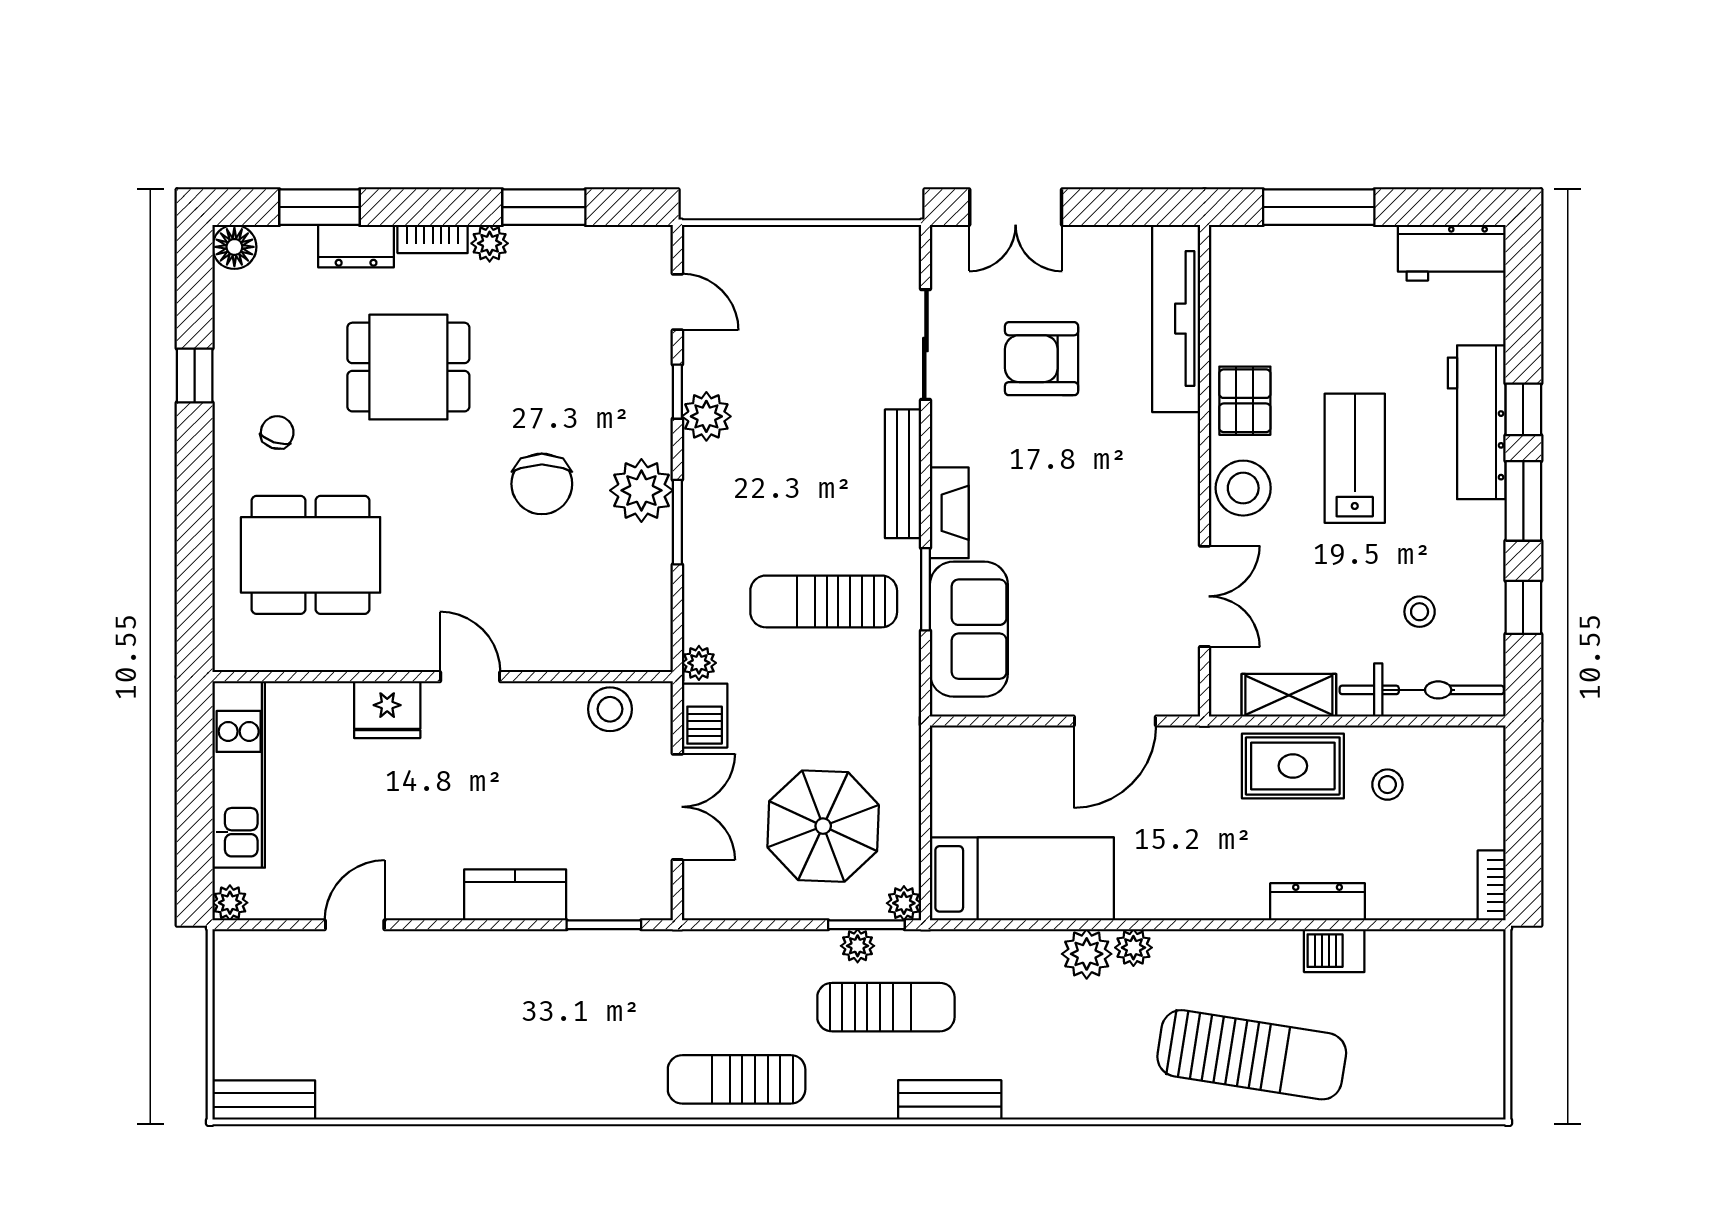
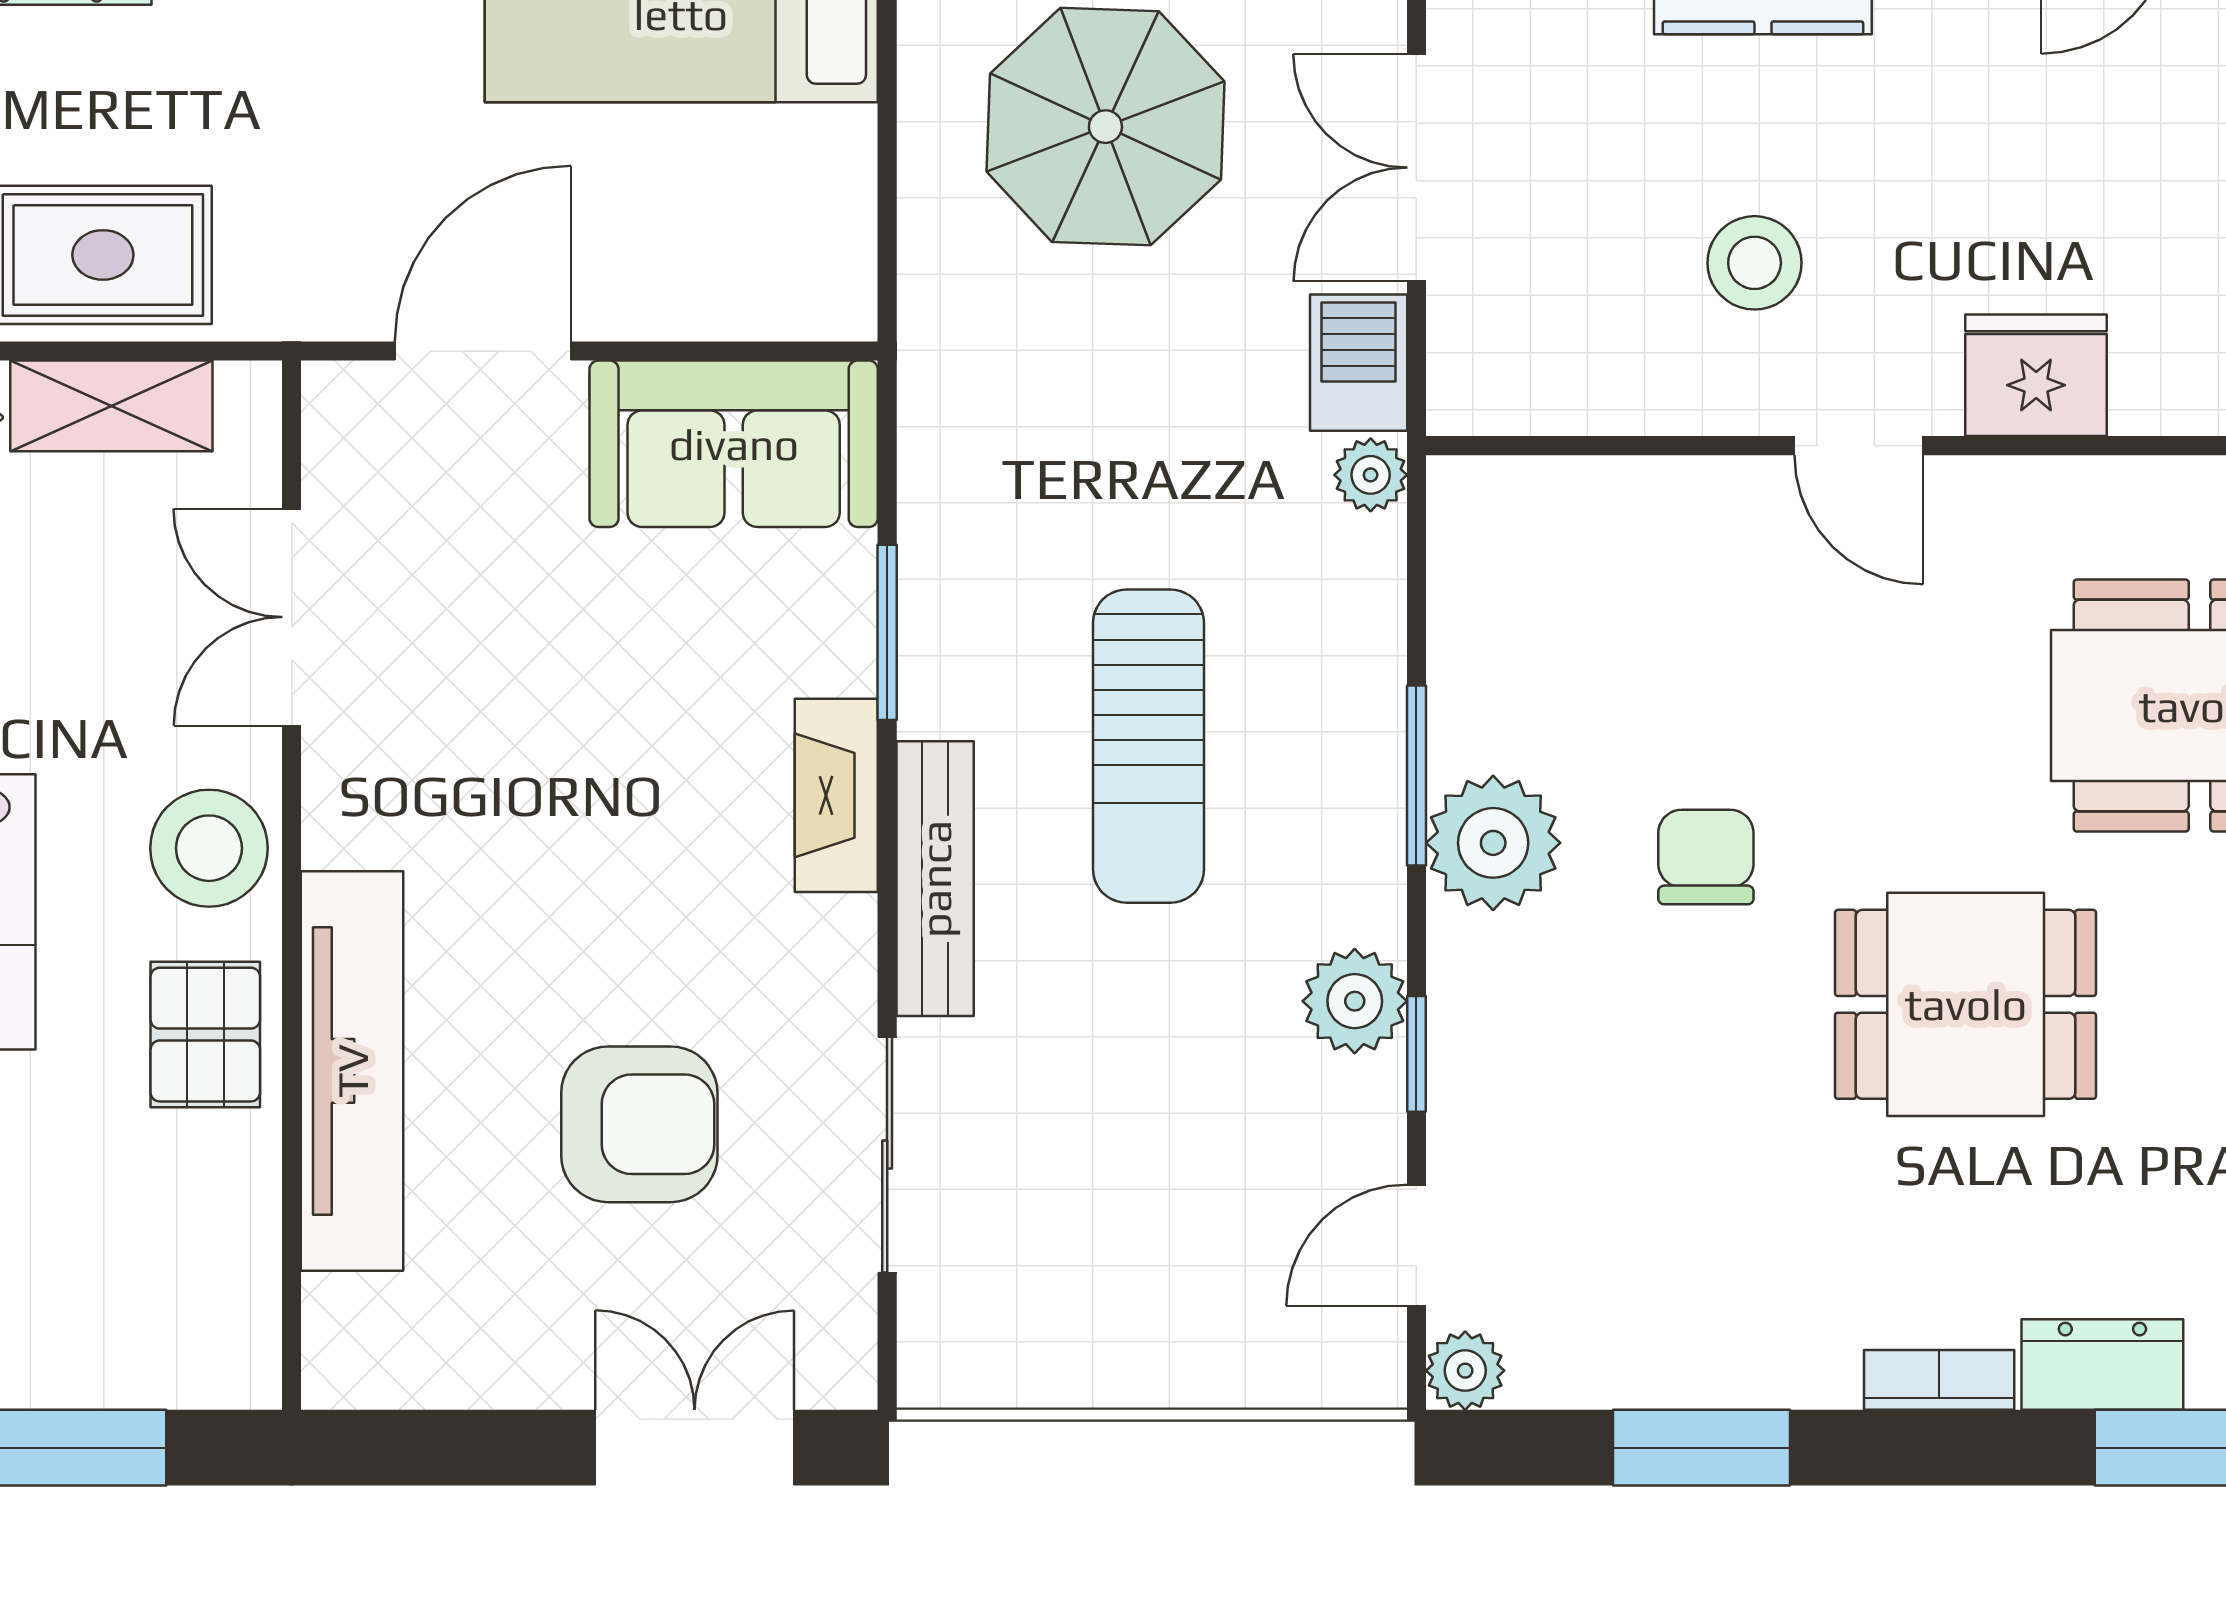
plant: (490, 243) -> (1465, 1371), moved
door: (677, 302) -> (1416, 1245), hinge flipped
tv unit: (1176, 319) -> (352, 1071), moved
dining table: (408, 367) -> (1966, 1004), moved
chair: (542, 484) -> (1706, 857), width x0.73, depth x0.73
sun lounger: (824, 601) -> (1148, 746), moved, turned 90
sofa: (969, 629) -> (734, 444), moved, turned -90
stool: (610, 709) -> (1755, 263), moved

